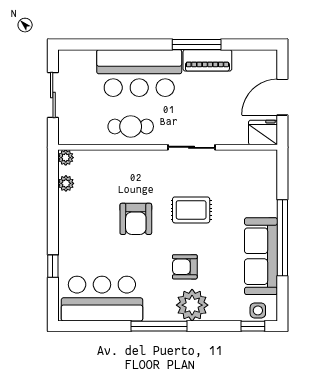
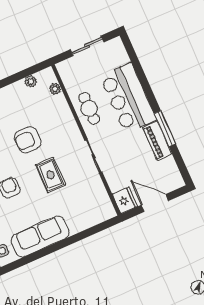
plant: (66, 158) -> (55, 89), moved
window: (282, 238) -> (59, 245), removed

